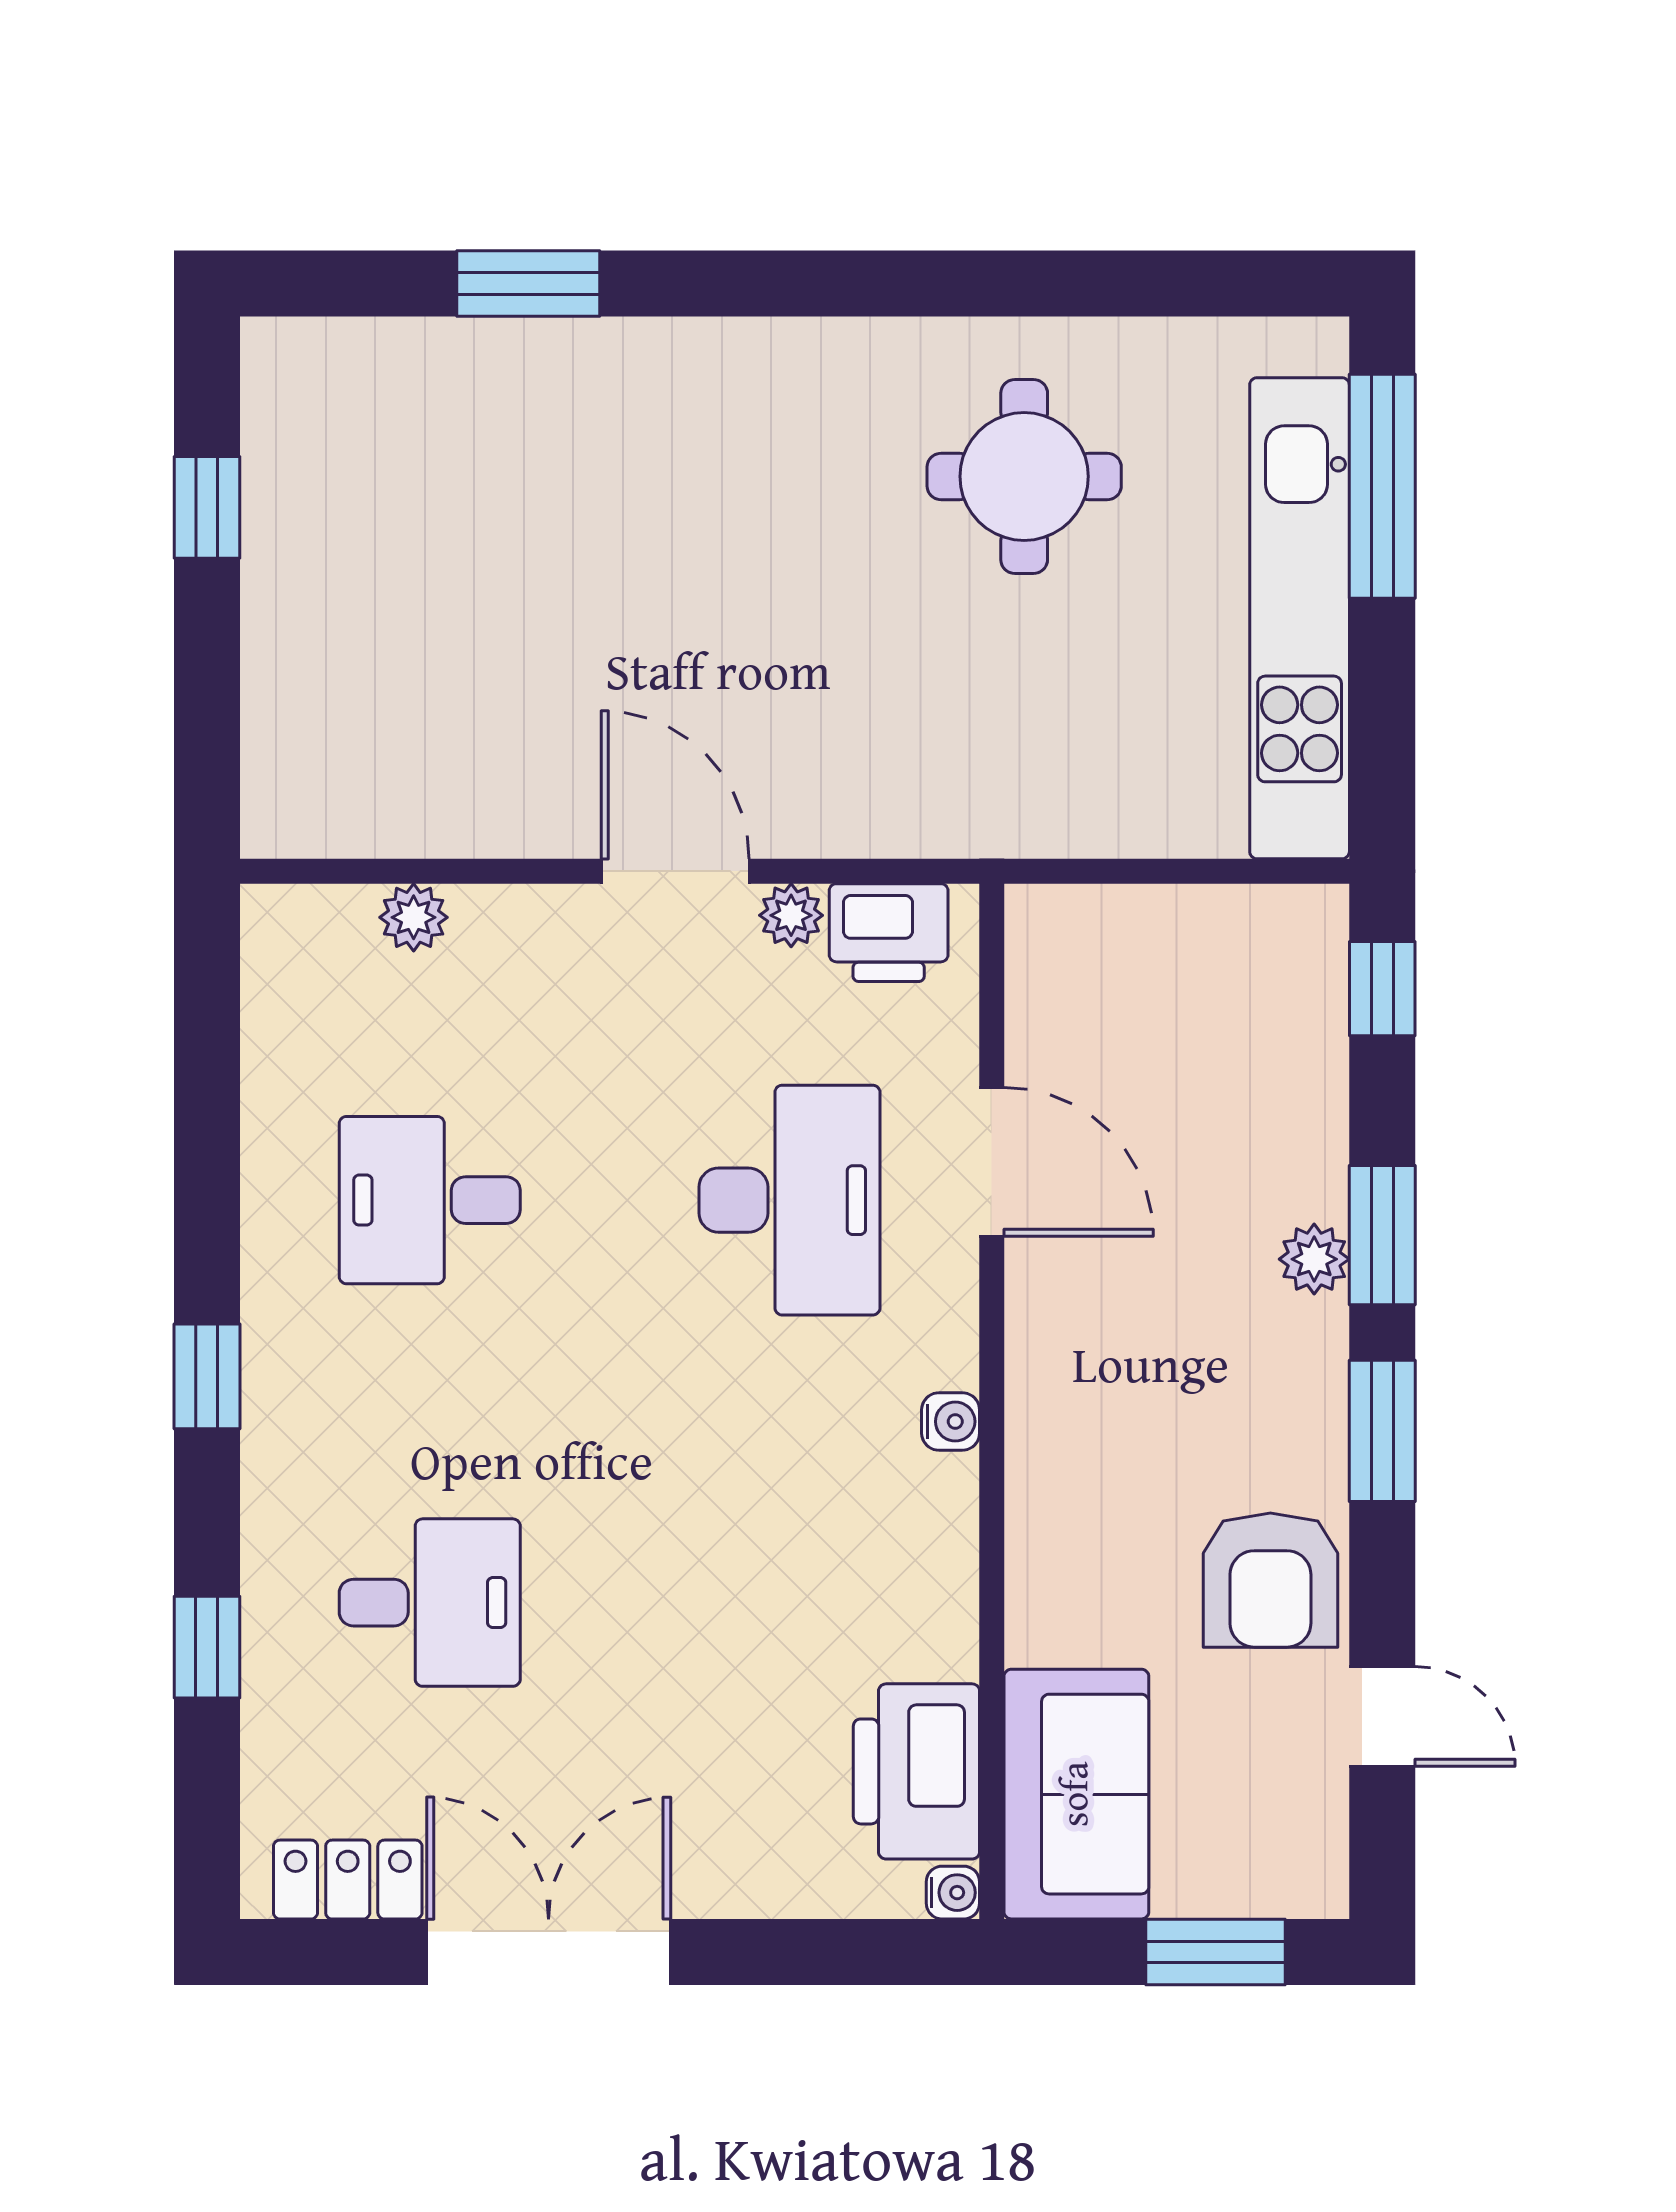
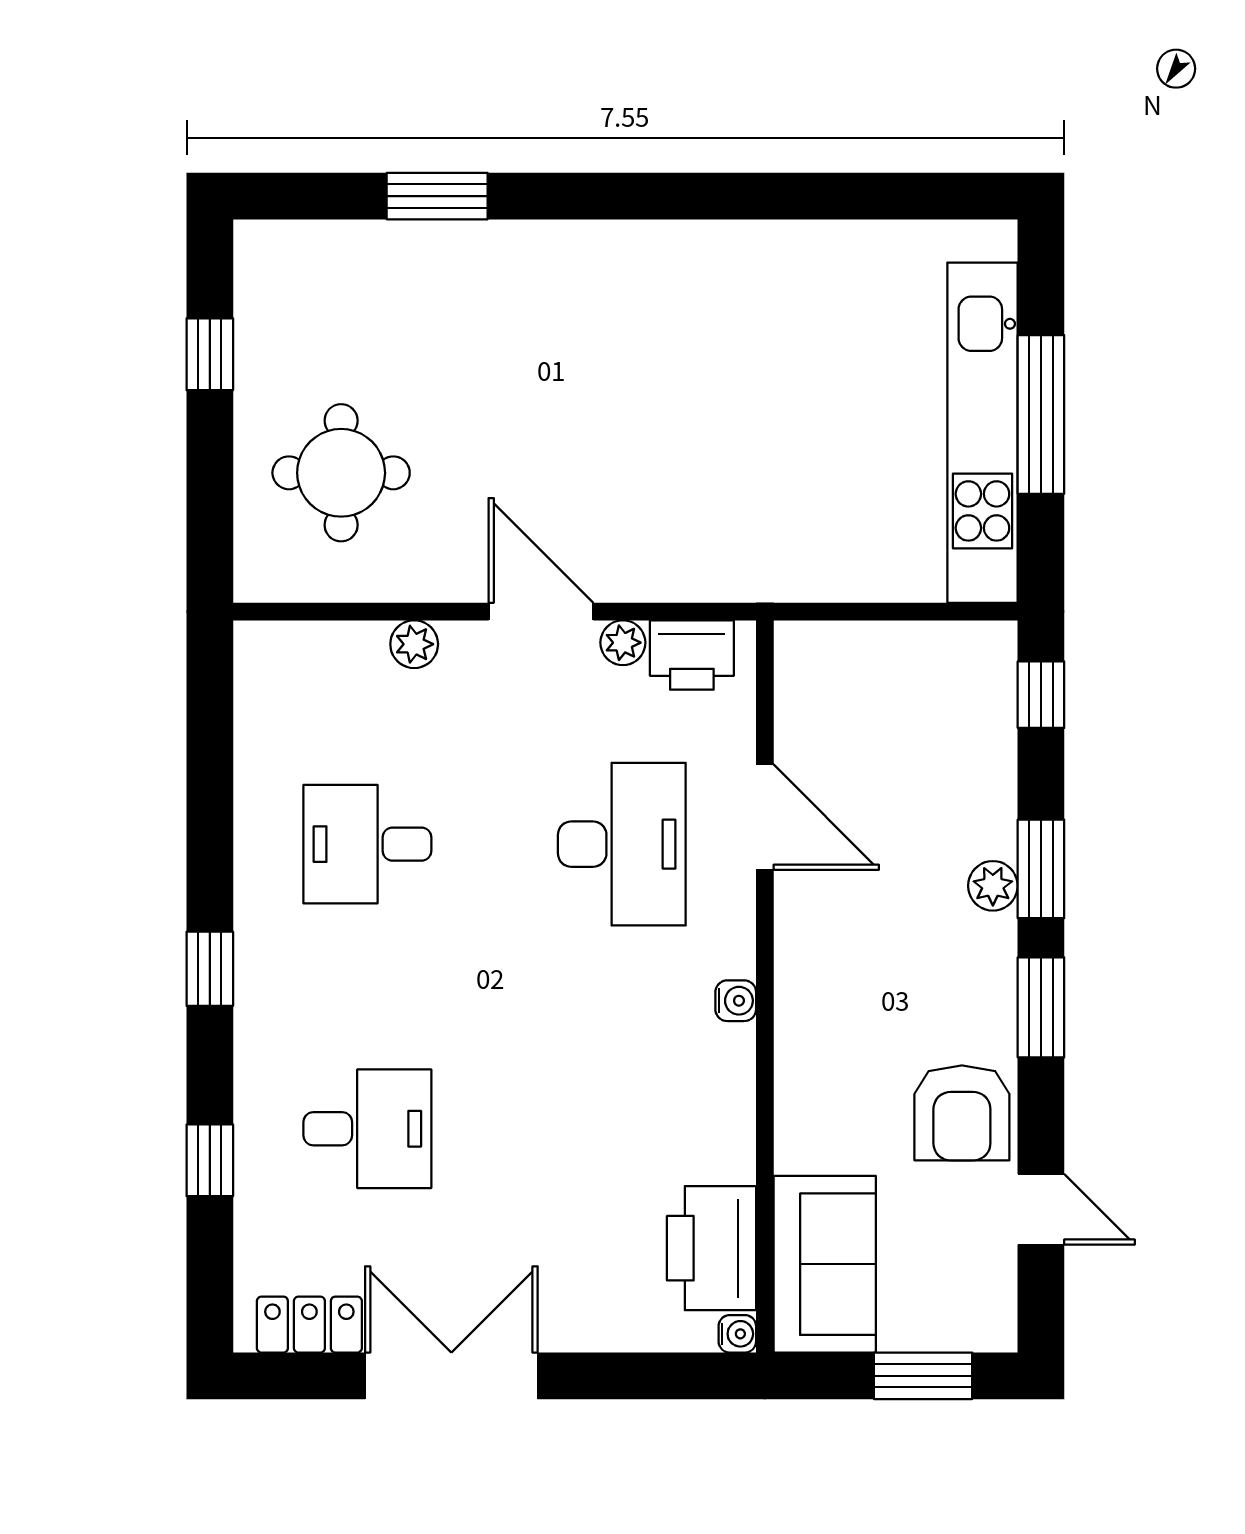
round table: (1024, 476) -> (341, 473), moved
window: (1382, 486) -> (1041, 414), moved
plant: (414, 917) -> (414, 644), moved

